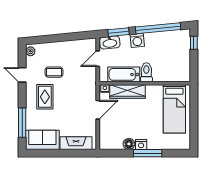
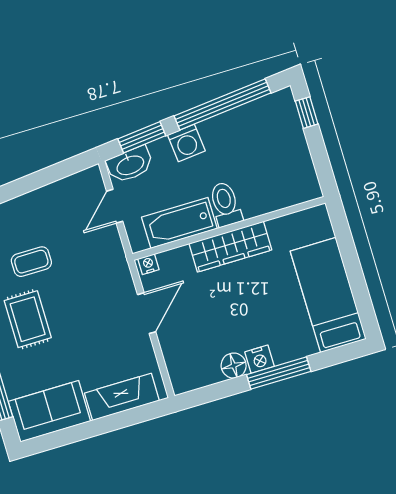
wardrobe: (127, 92) -> (230, 247), moved
bed: (174, 109) -> (328, 295), moved, turned 180

